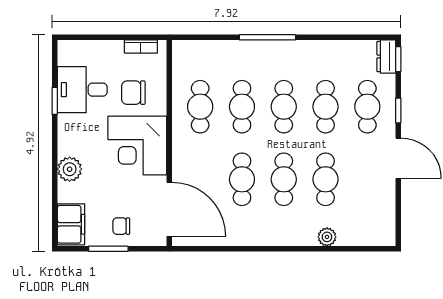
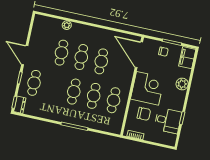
cafe table: (326, 107) -> (54, 87), removed

